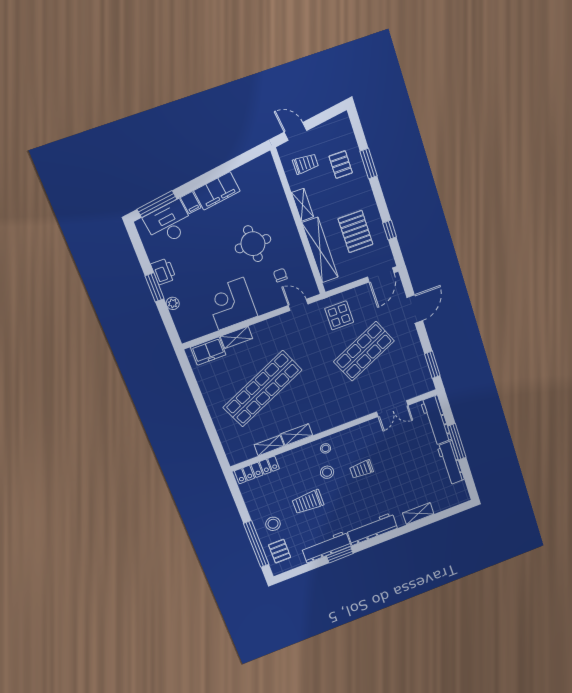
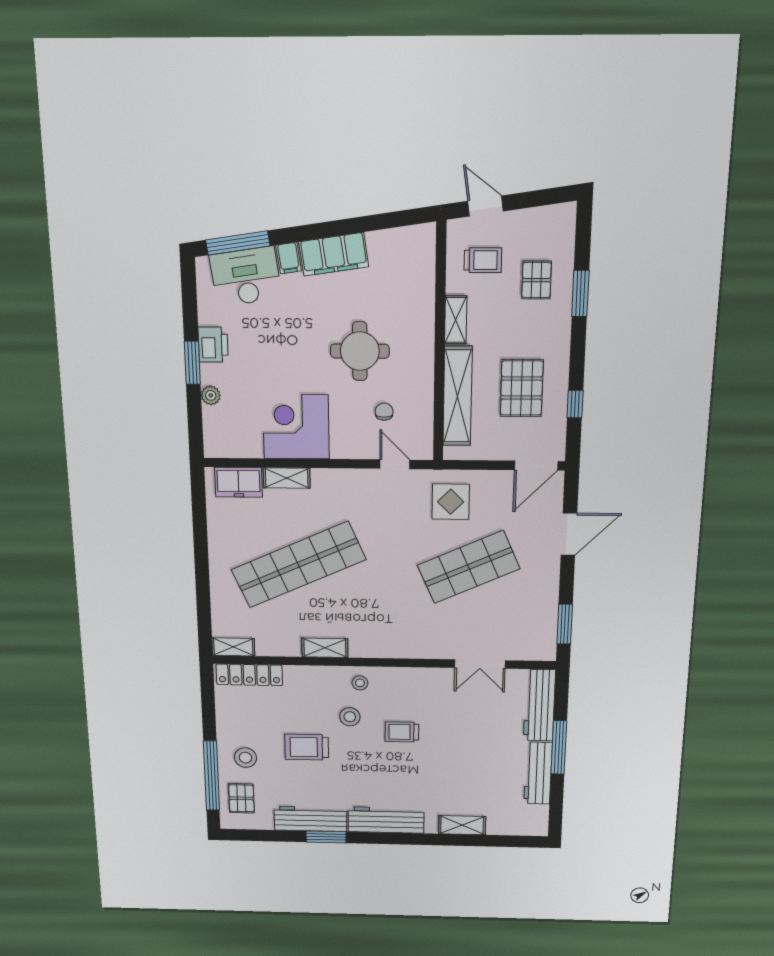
shelving: (269, 445) -> (233, 647), moved

